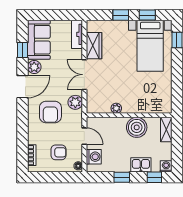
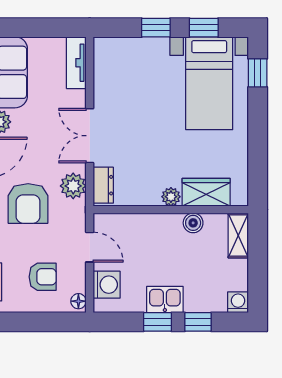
wardrobe: (94, 46) -> (206, 192), moved, turned -90
dresser: (92, 102) -> (103, 185), added
plant: (116, 108) -> (171, 197), moved
boiler: (137, 127) -> (193, 223), width x0.54, depth x0.54
kitchen sink: (141, 165) -> (165, 299), moved
window: (154, 177) -> (198, 322), moved

